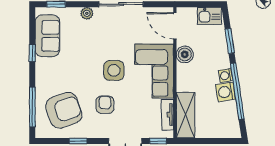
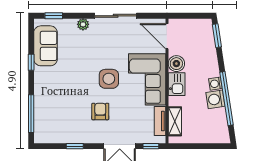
kitchen sink: (209, 16) -> (177, 84), moved, turned -90
window: (230, 41) -> (217, 36), moved
armchair: (64, 110) -> (61, 117), removed
shelving: (185, 115) -> (175, 121), width x0.67, depth x0.75

